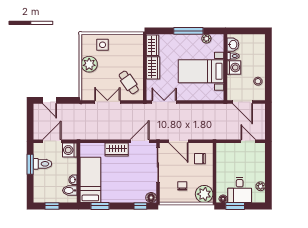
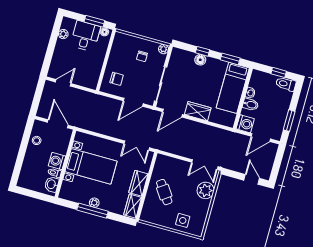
plant: (206, 39) -> (94, 203), moved
plant: (89, 64) -> (206, 190), moved
cafe table: (129, 82) -> (164, 192), moved
double door: (107, 102) -> (205, 165), moved
door: (179, 141) -> (133, 102), swing flipped
door: (248, 141) -> (63, 83), swing flipped
toilet: (42, 164) -> (286, 84), moved
bidet: (70, 190) -> (251, 104), moved
plant: (204, 194) -> (164, 49), moved, width x0.53, depth x0.53
floor lamp: (151, 198) -> (200, 60), moved
window: (140, 206) -> (203, 51), moved

